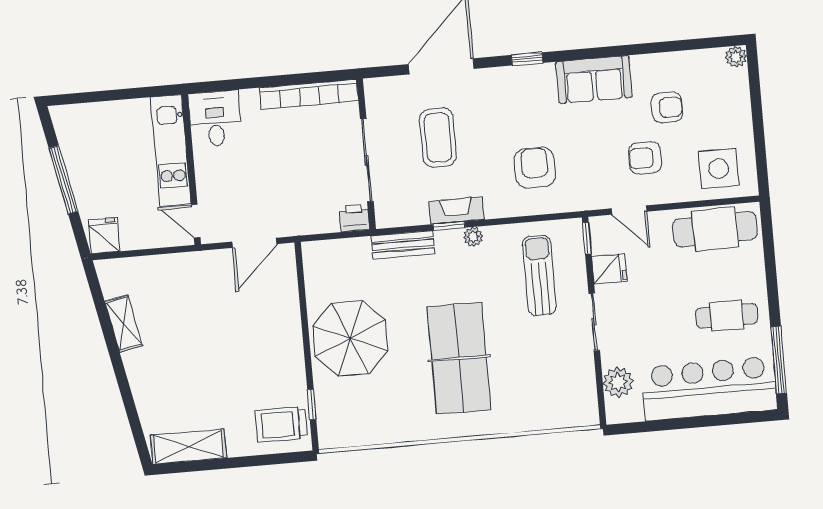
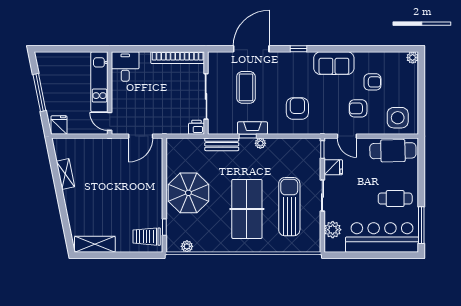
sun lounger: (539, 275) -> (289, 207), moved, width x1.36, depth x1.34
plant: (356, 436) -> (187, 246), added

